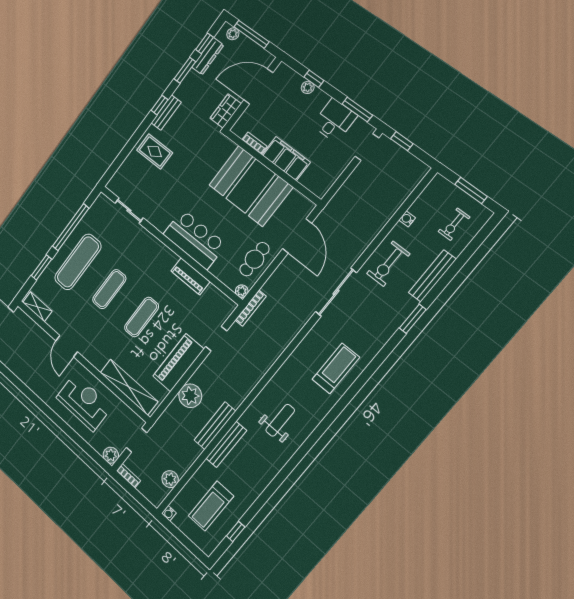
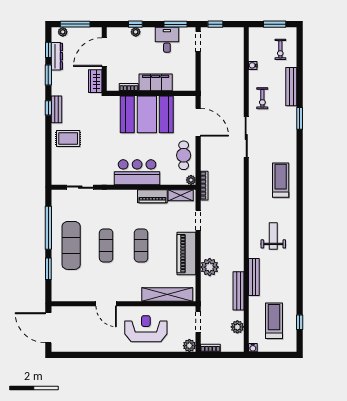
exercise bike: (388, 264) -> (262, 98), width x0.73, depth x0.72
shelving: (37, 307) -> (181, 195), moved
bench: (215, 426) -> (238, 291), moved
treadmill: (211, 506) -> (274, 321), turned 180

